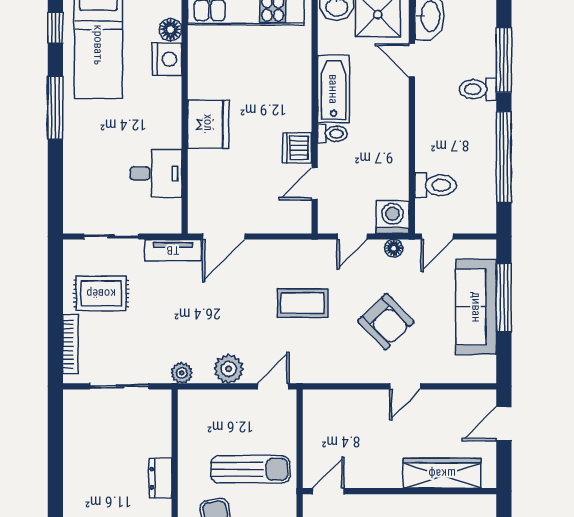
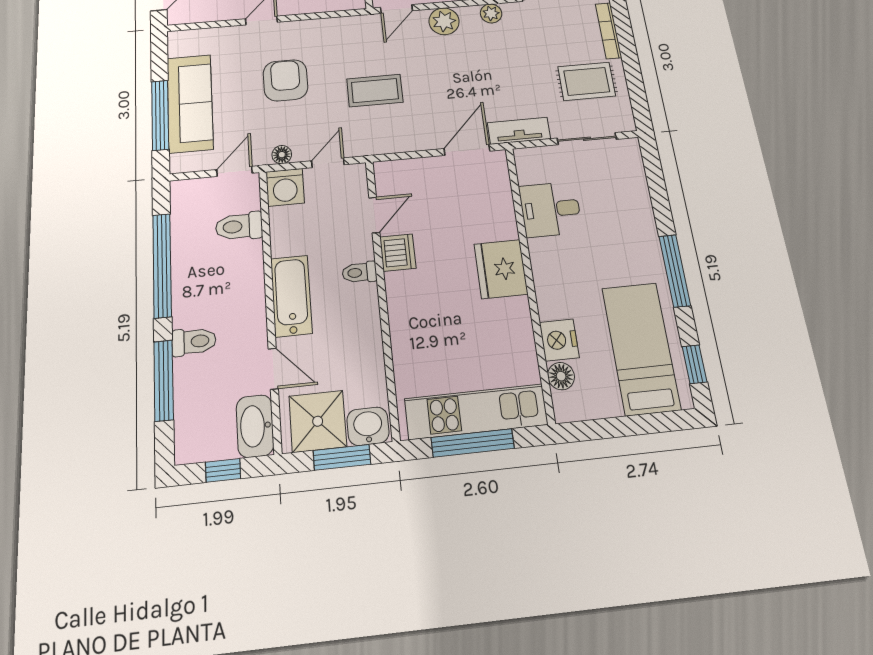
bathtub: (333, 89) -> (291, 296), moved, turned 180
armchair: (386, 322) -> (285, 80), turned 44

